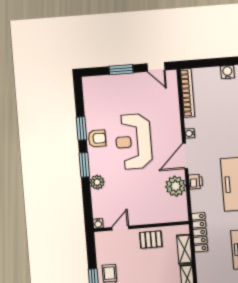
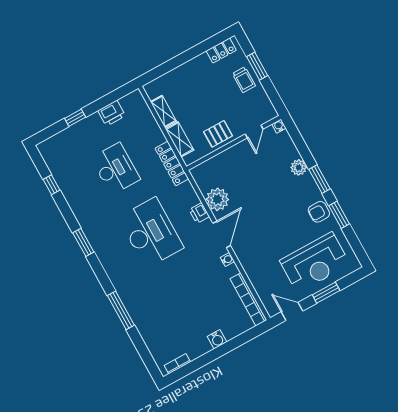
reception desk: (133, 141) -> (315, 263), moved, turned 90

